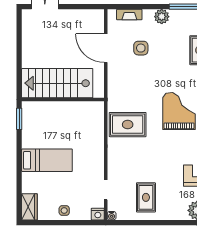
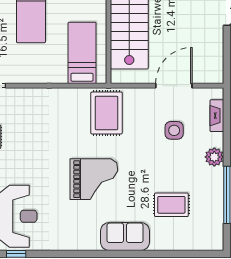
bed: (80, 120) -> (82, 53), added
rug: (128, 125) -> (107, 113), moved

